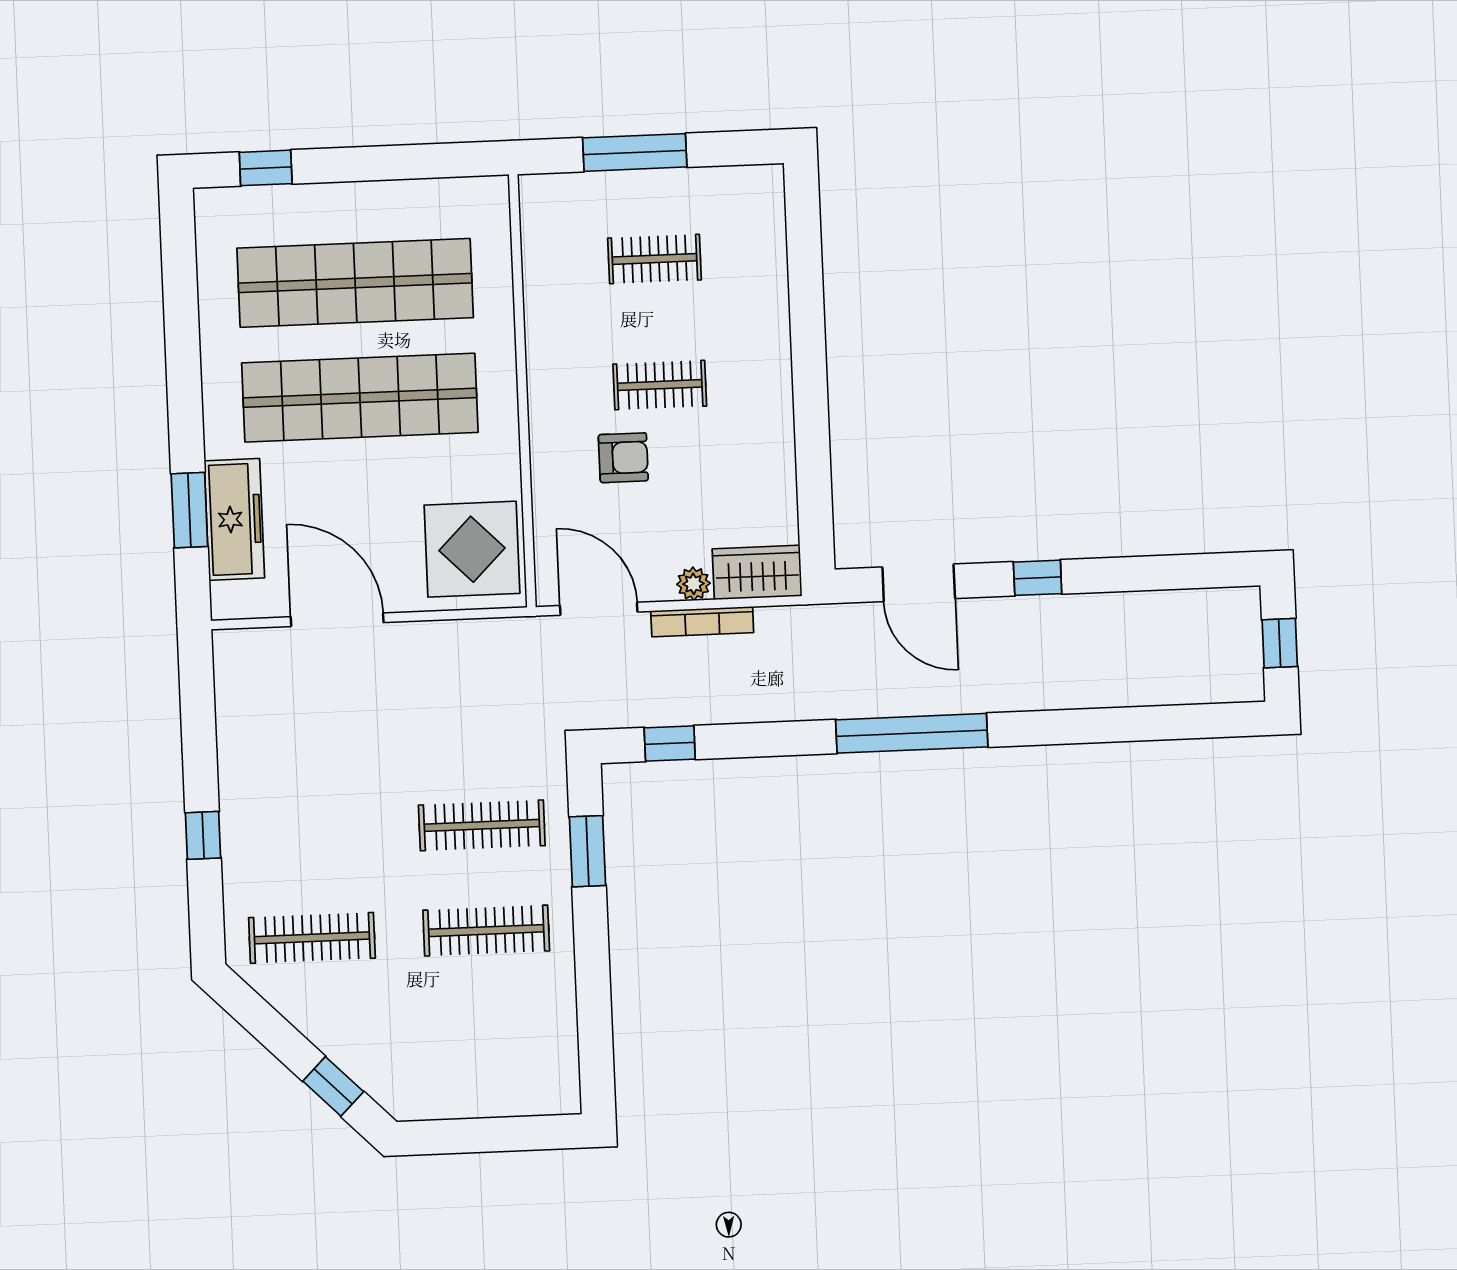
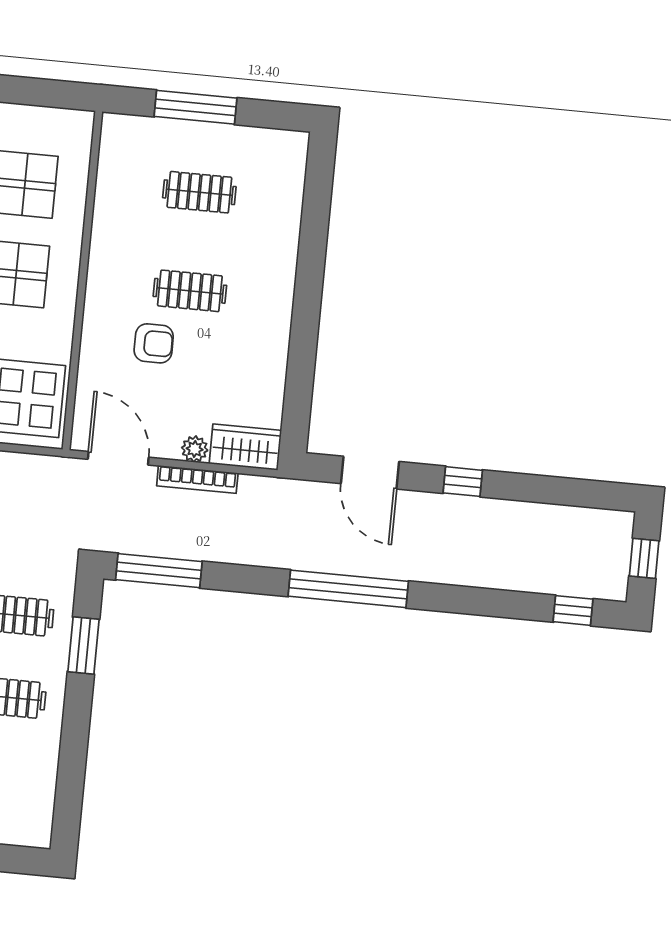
window: (1199, 721) -> (573, 610), added
window: (670, 743) -> (159, 571), width x2.17

